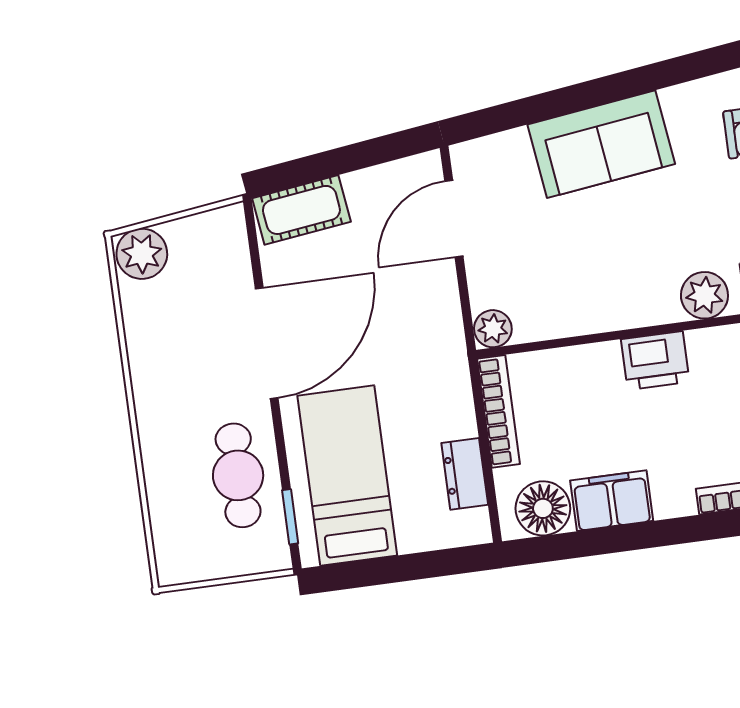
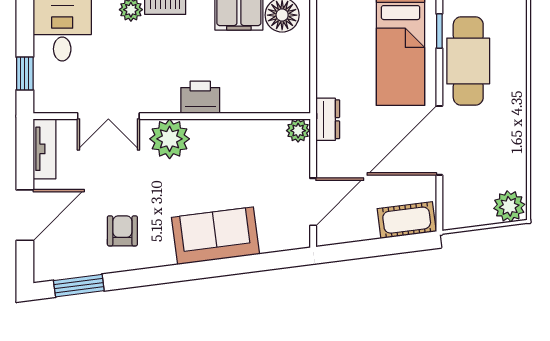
plant: (704, 295) -> (170, 139), width x1.36, depth x1.36
bookcase: (499, 411) -> (301, 79), removed
dresser: (465, 474) -> (328, 119), moved
cafe table: (238, 475) -> (468, 61), width x1.37, depth x1.35

